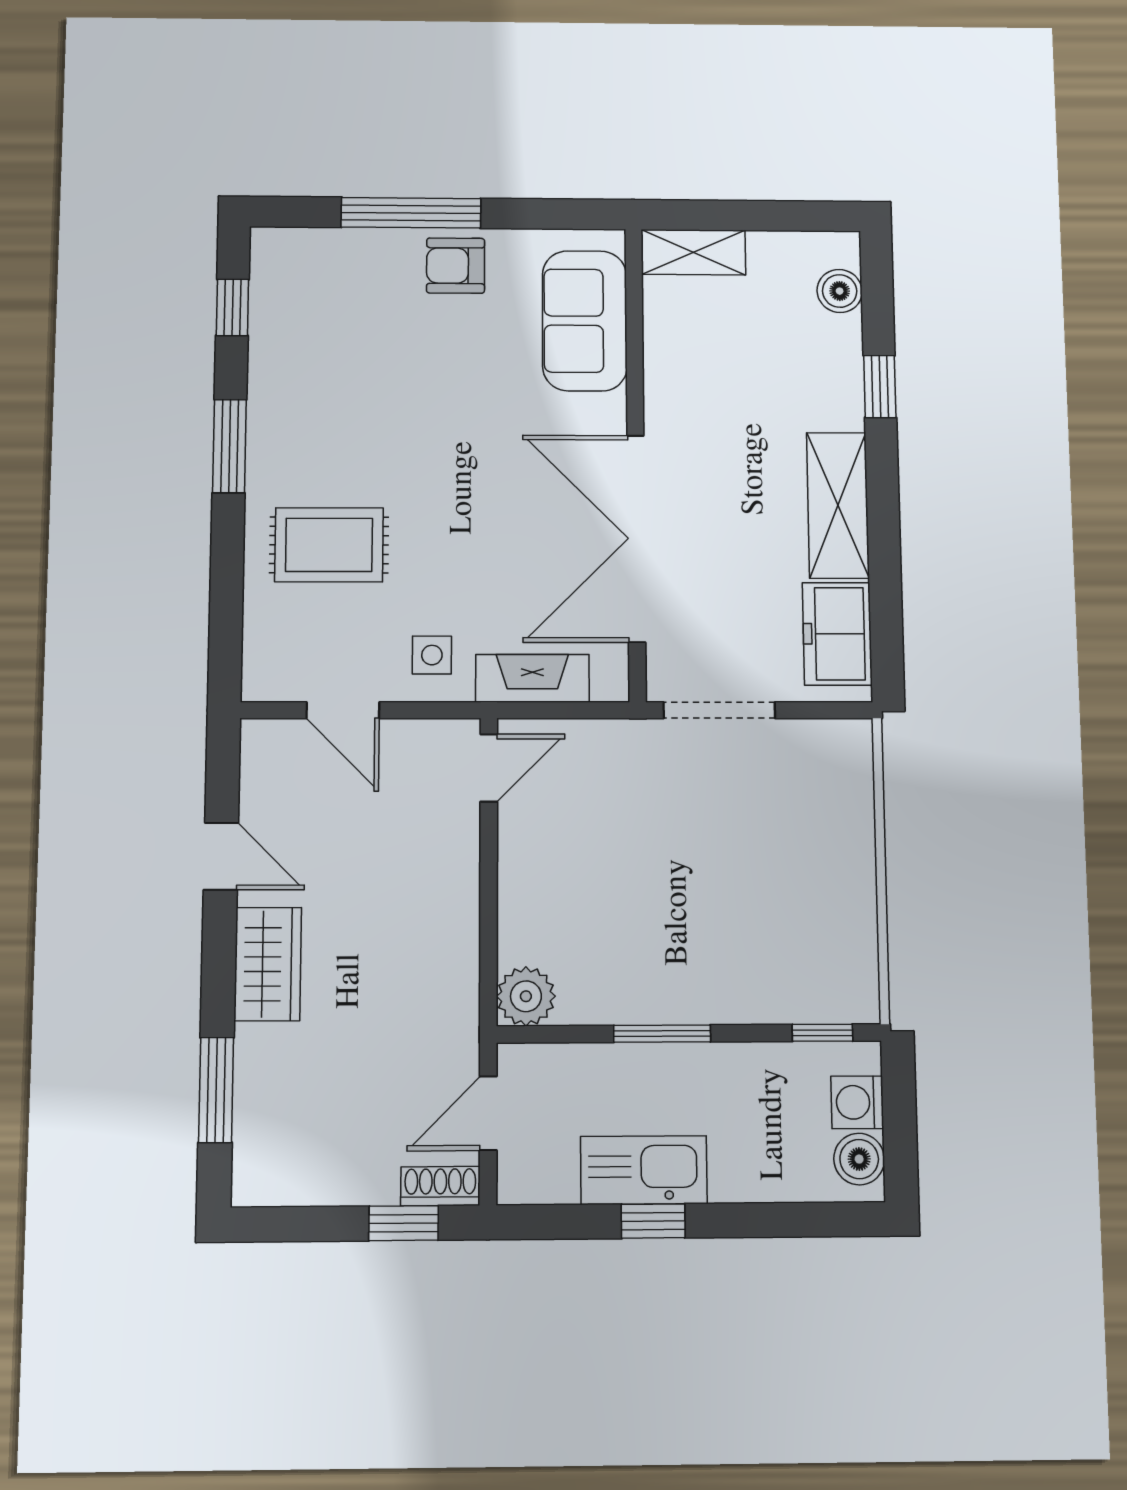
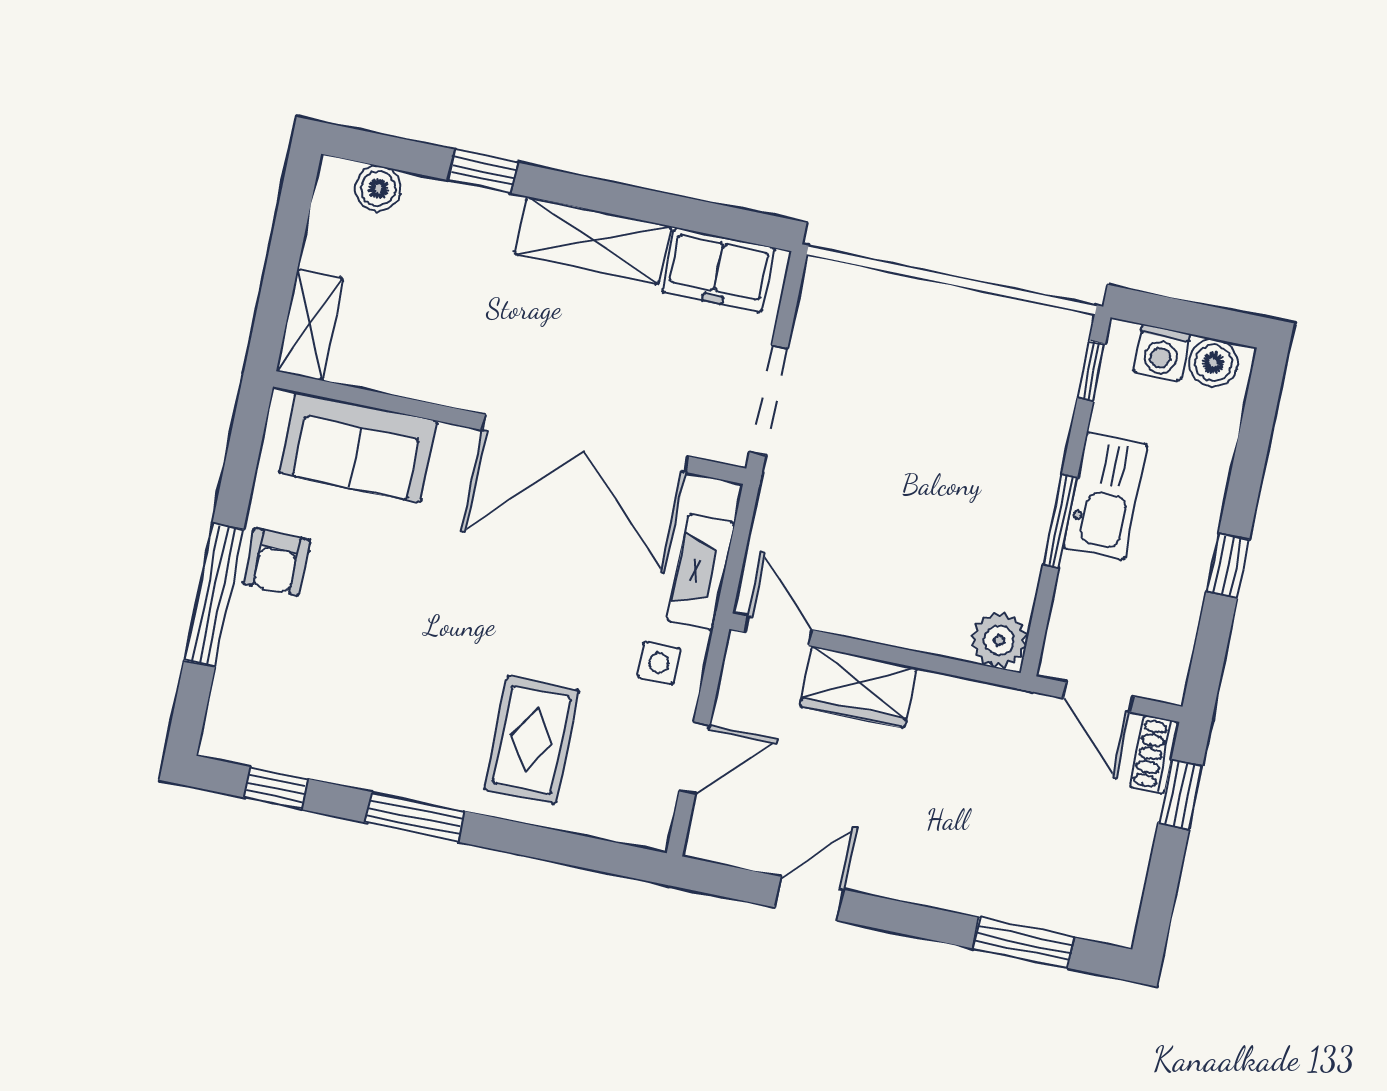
wardrobe: (268, 964) -> (858, 687), moved, turned 180
kitchen sink: (644, 1170) -> (1105, 496), moved, turned 180

